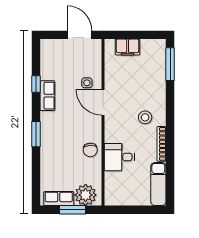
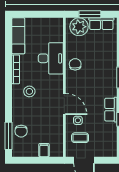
filing cabinet: (128, 47) -> (44, 150), width x0.50
coffee table: (84, 62) -> (80, 138), added
chair: (155, 70) -> (21, 131), added
desk: (119, 157) -> (51, 58), width x1.37

